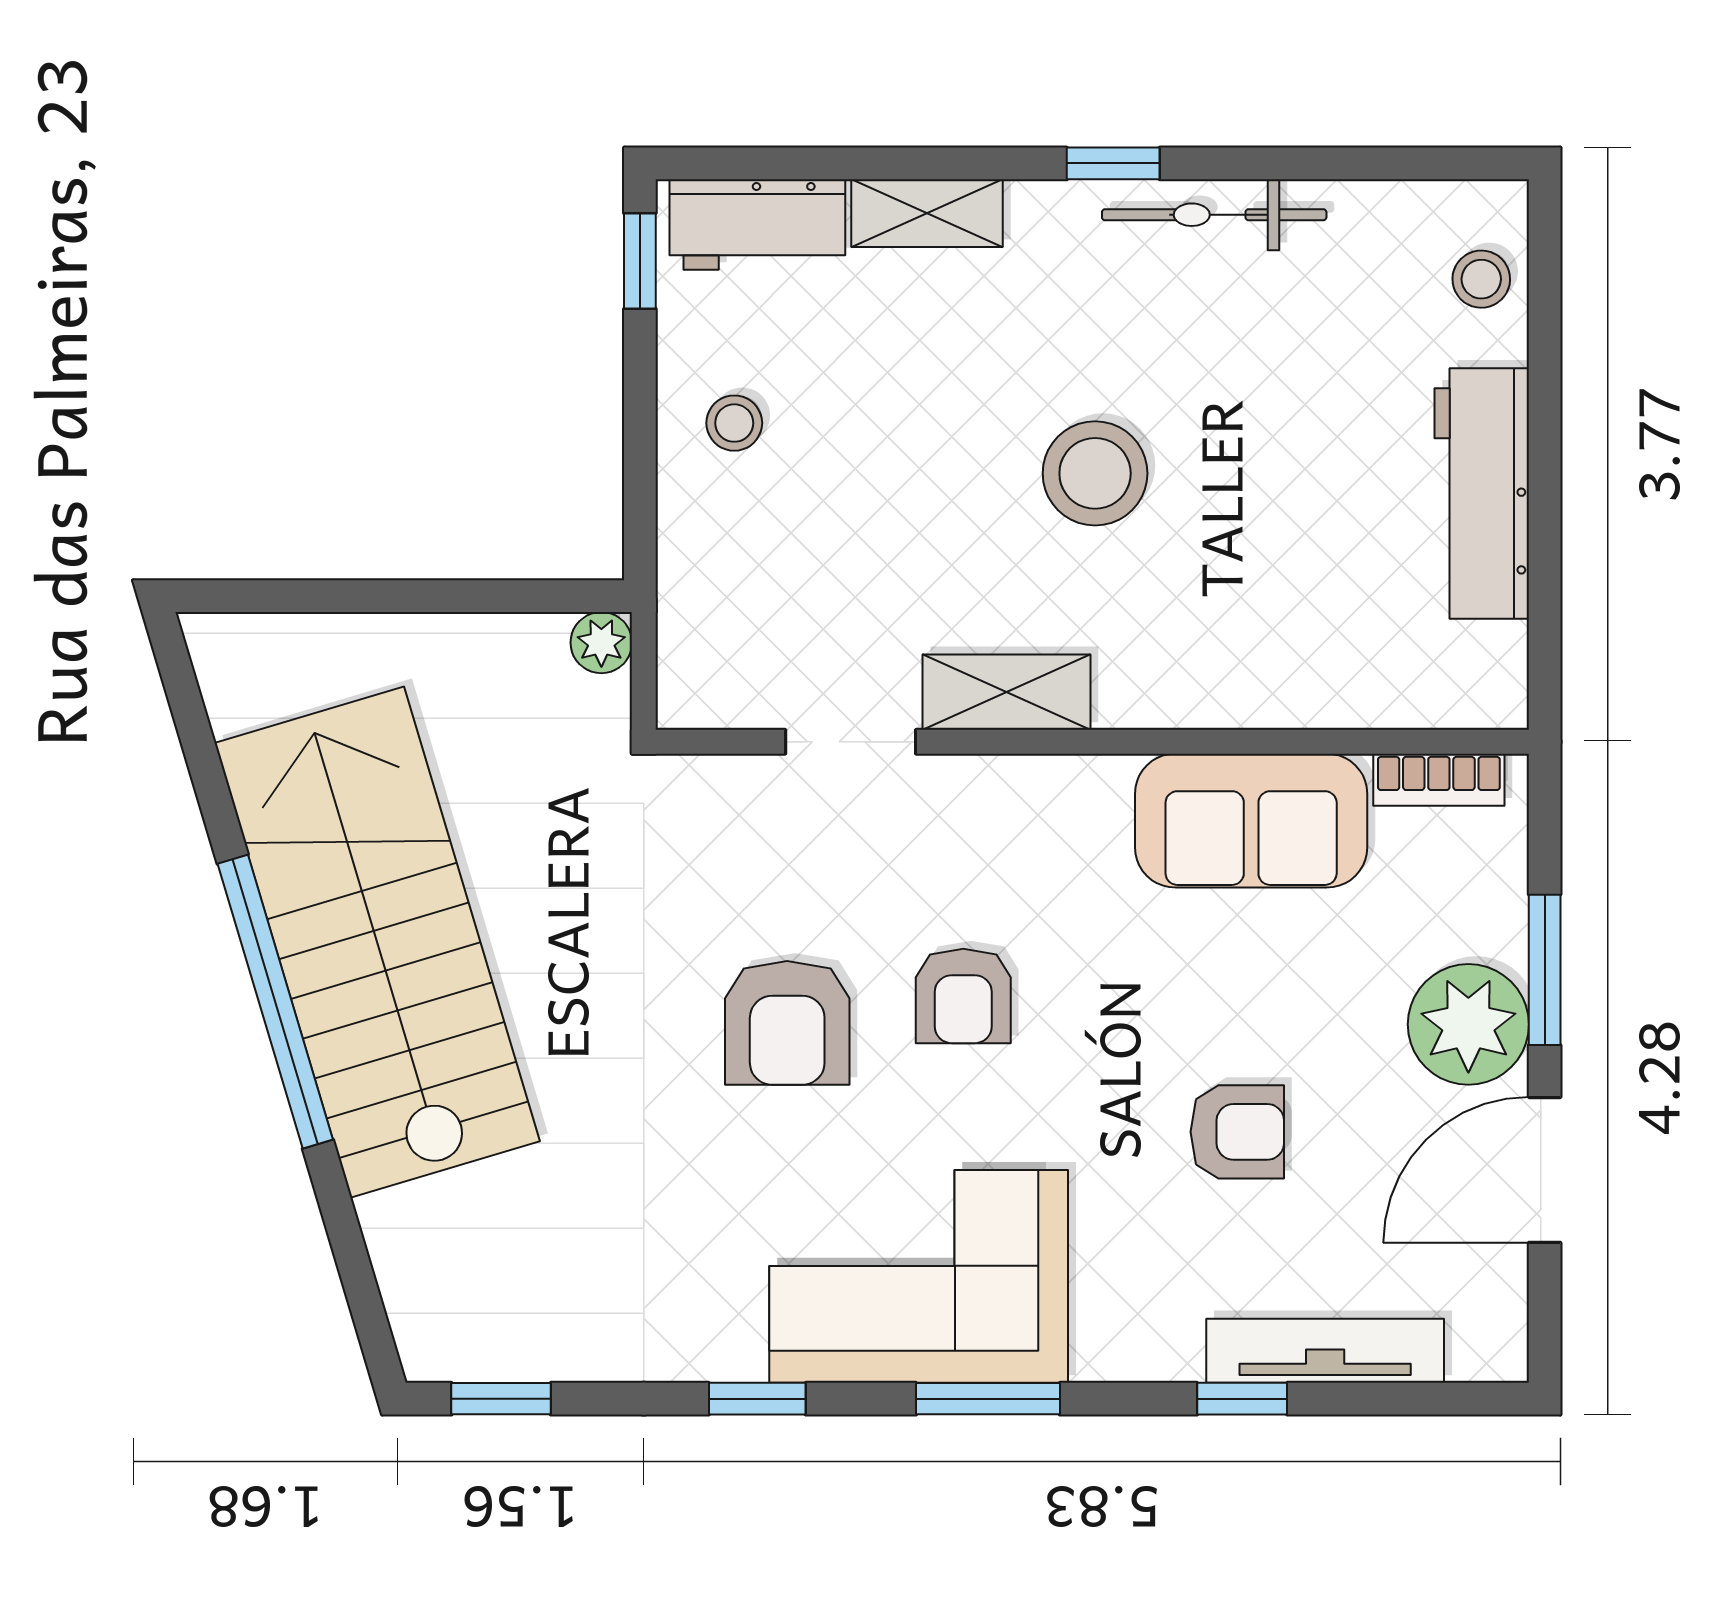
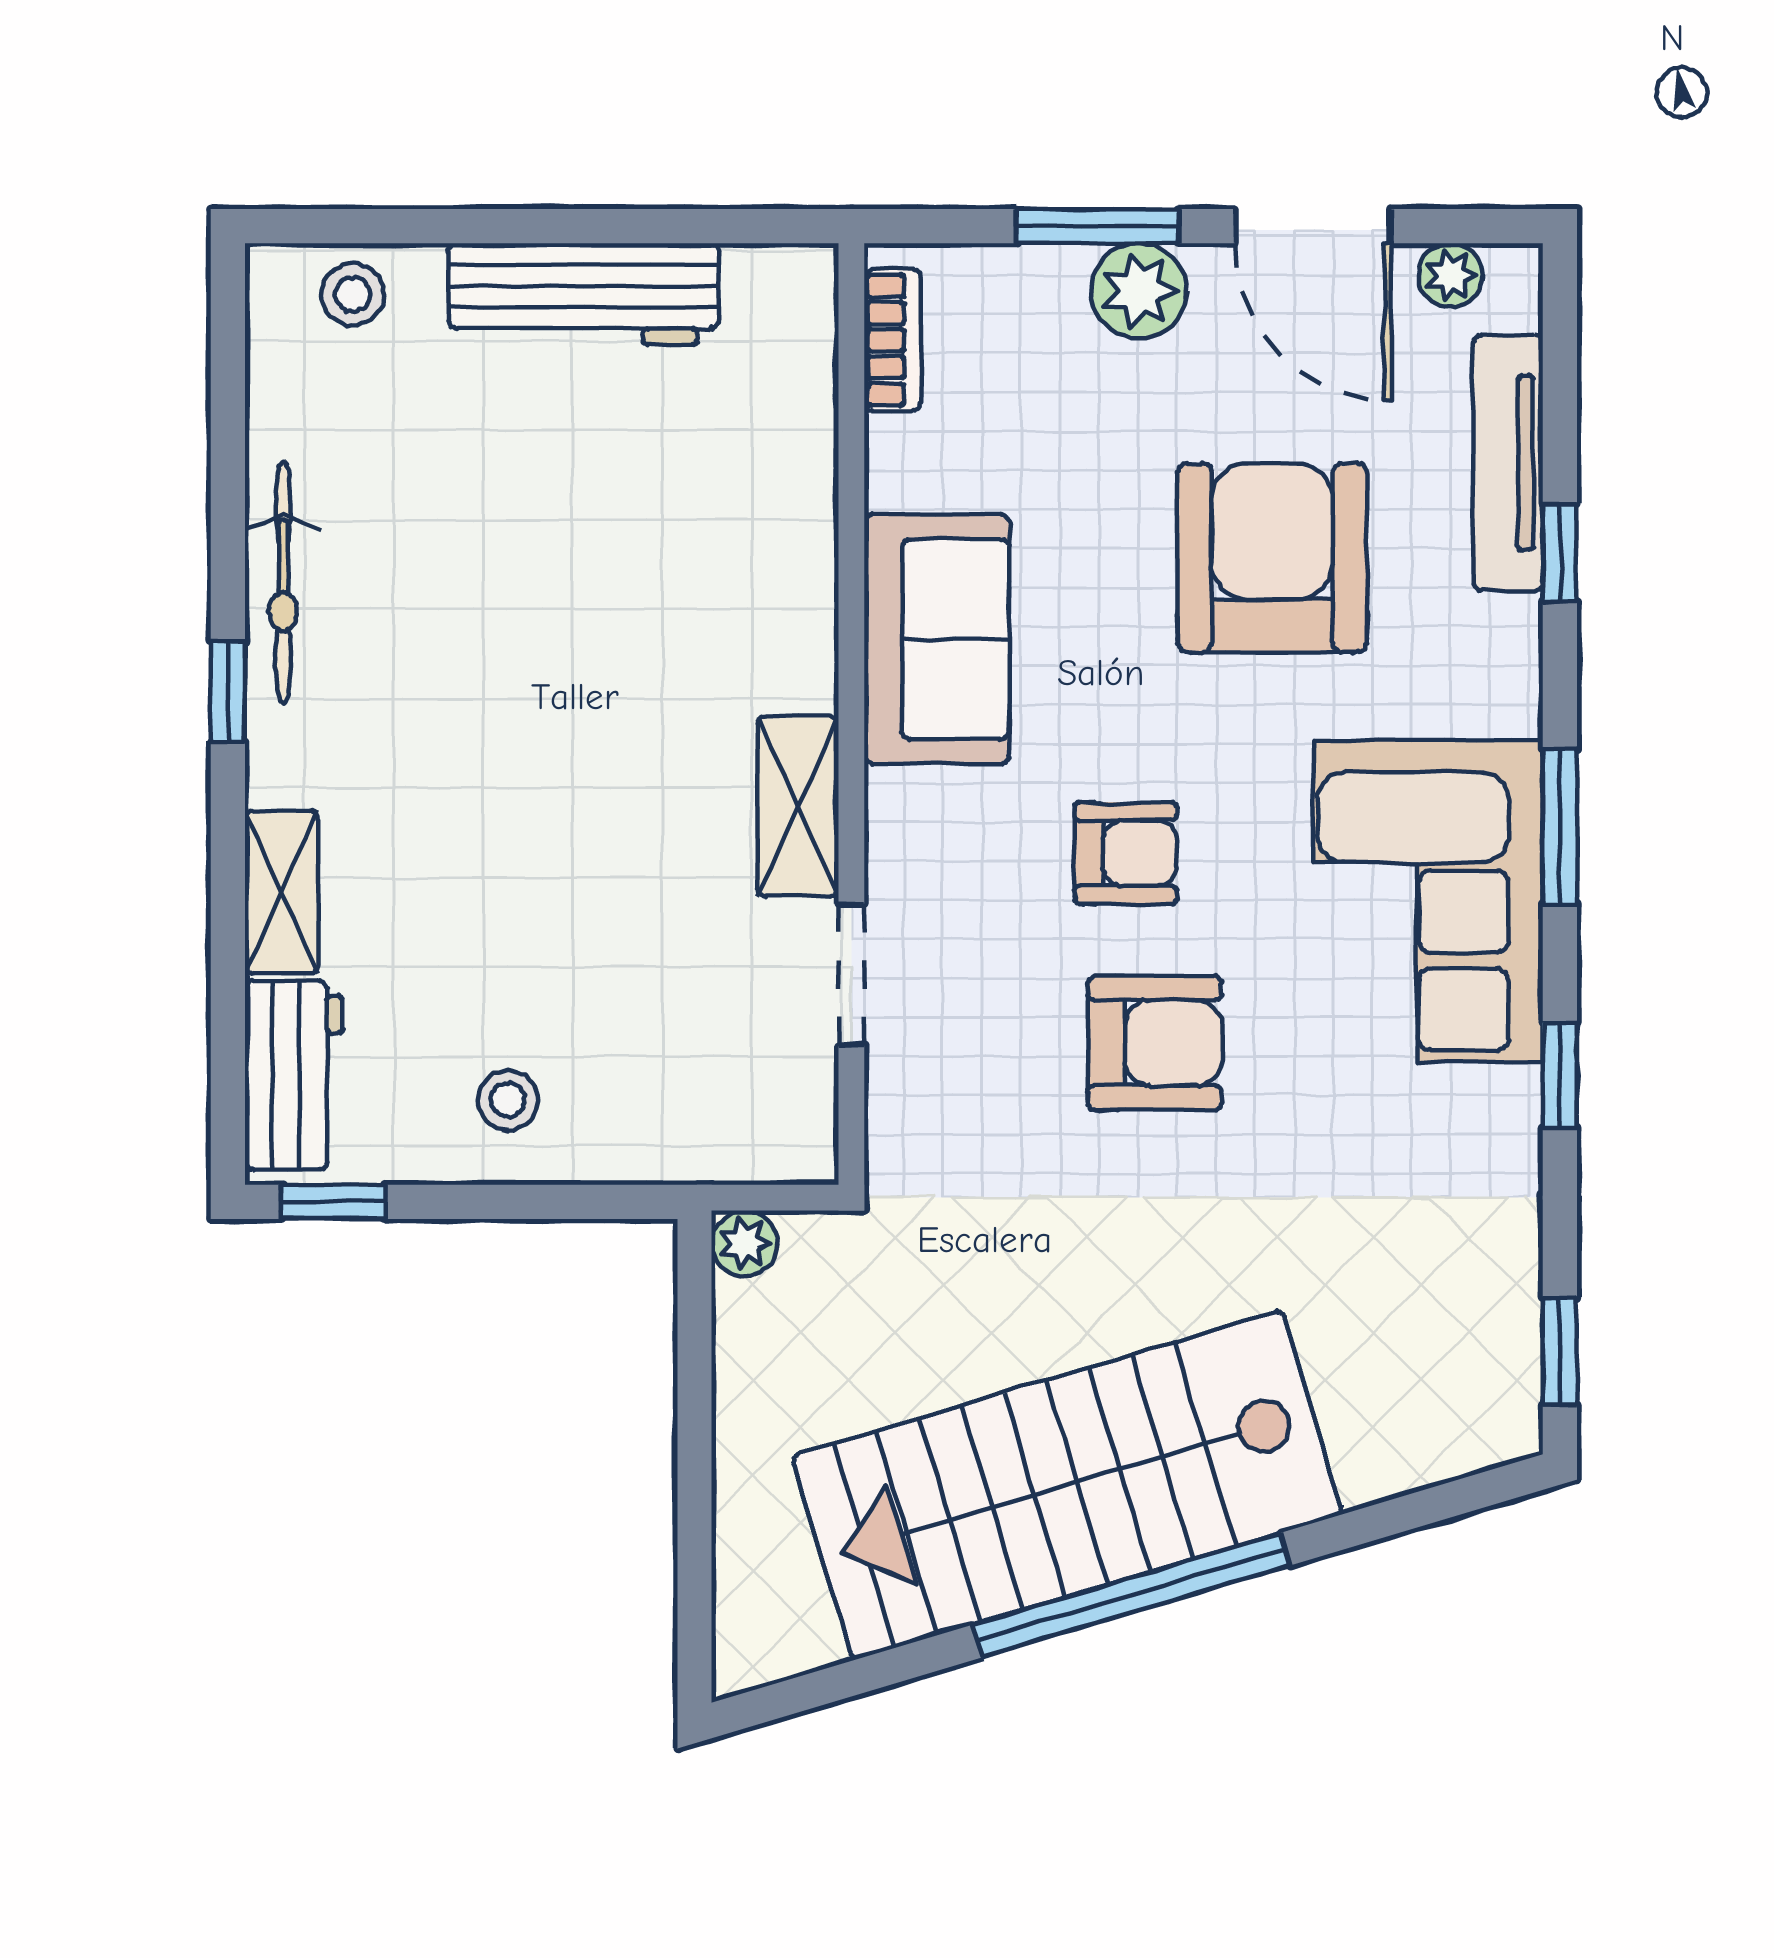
stool: (1095, 473) -> (562, 711), removed
sofa: (1251, 821) -> (937, 639), moved
plant: (1468, 1024) -> (1139, 291), width x0.73, depth x0.73
armchair: (1237, 1132) -> (1272, 558), width x1.88, depth x1.88
plant: (1499, 1297) -> (1450, 275), added

